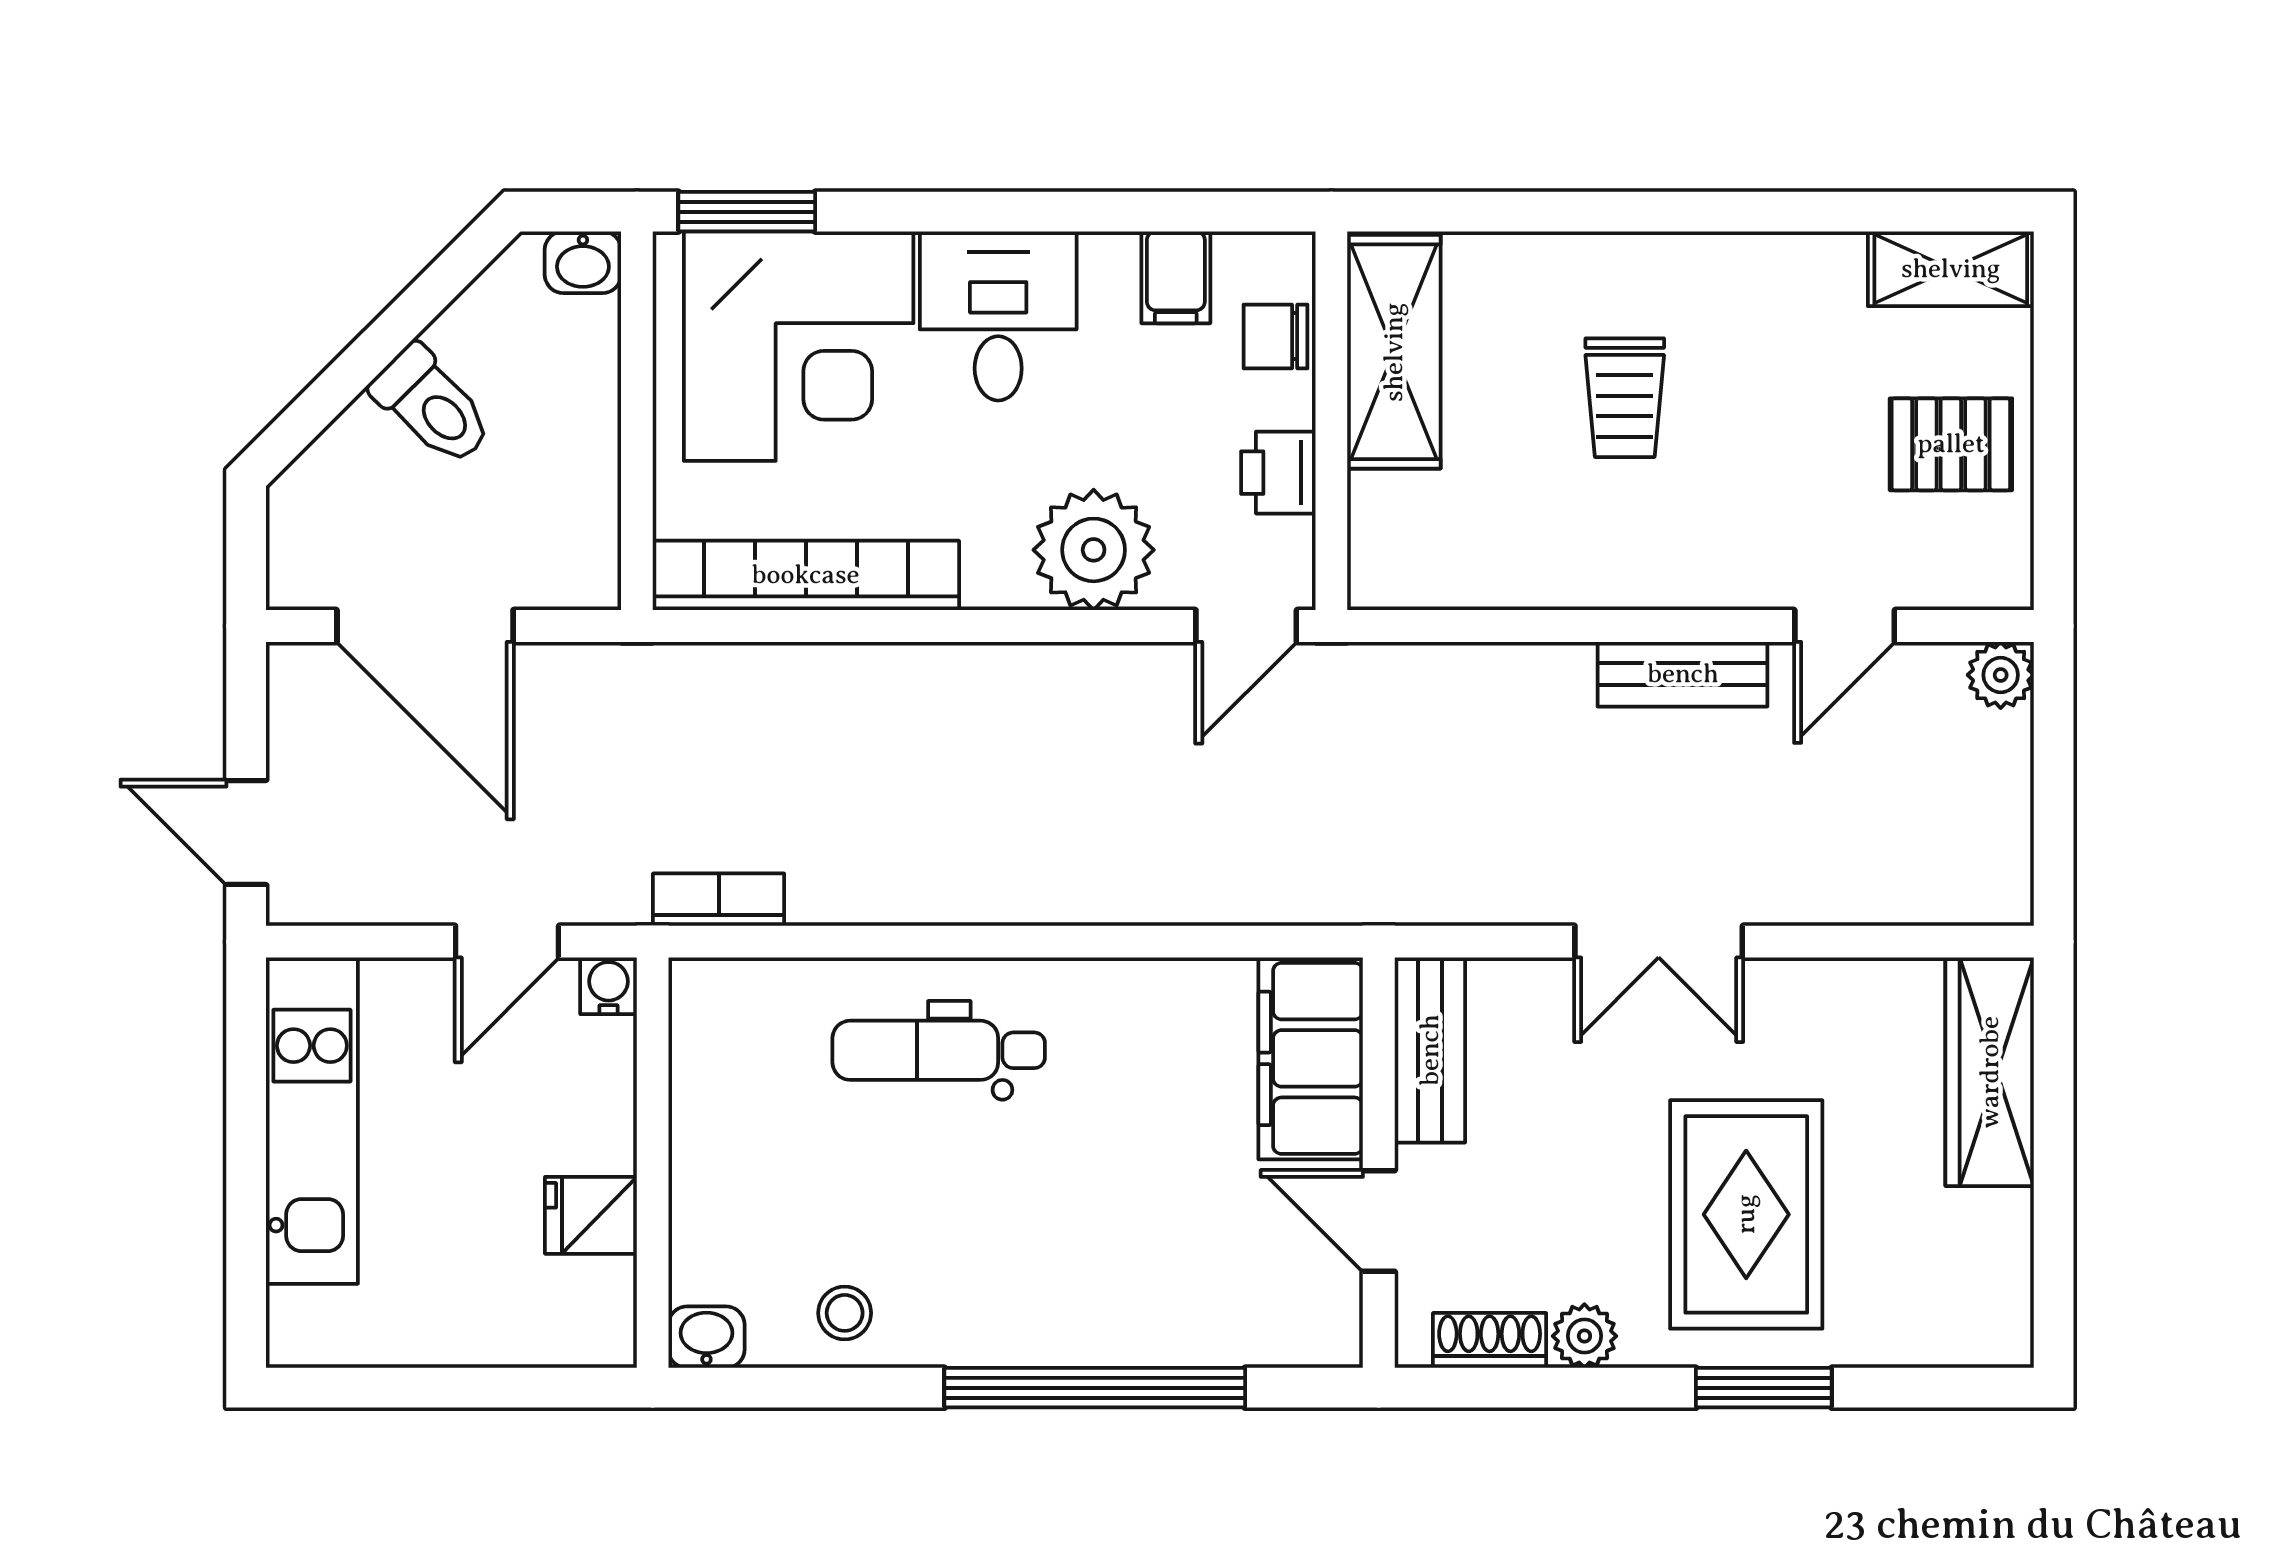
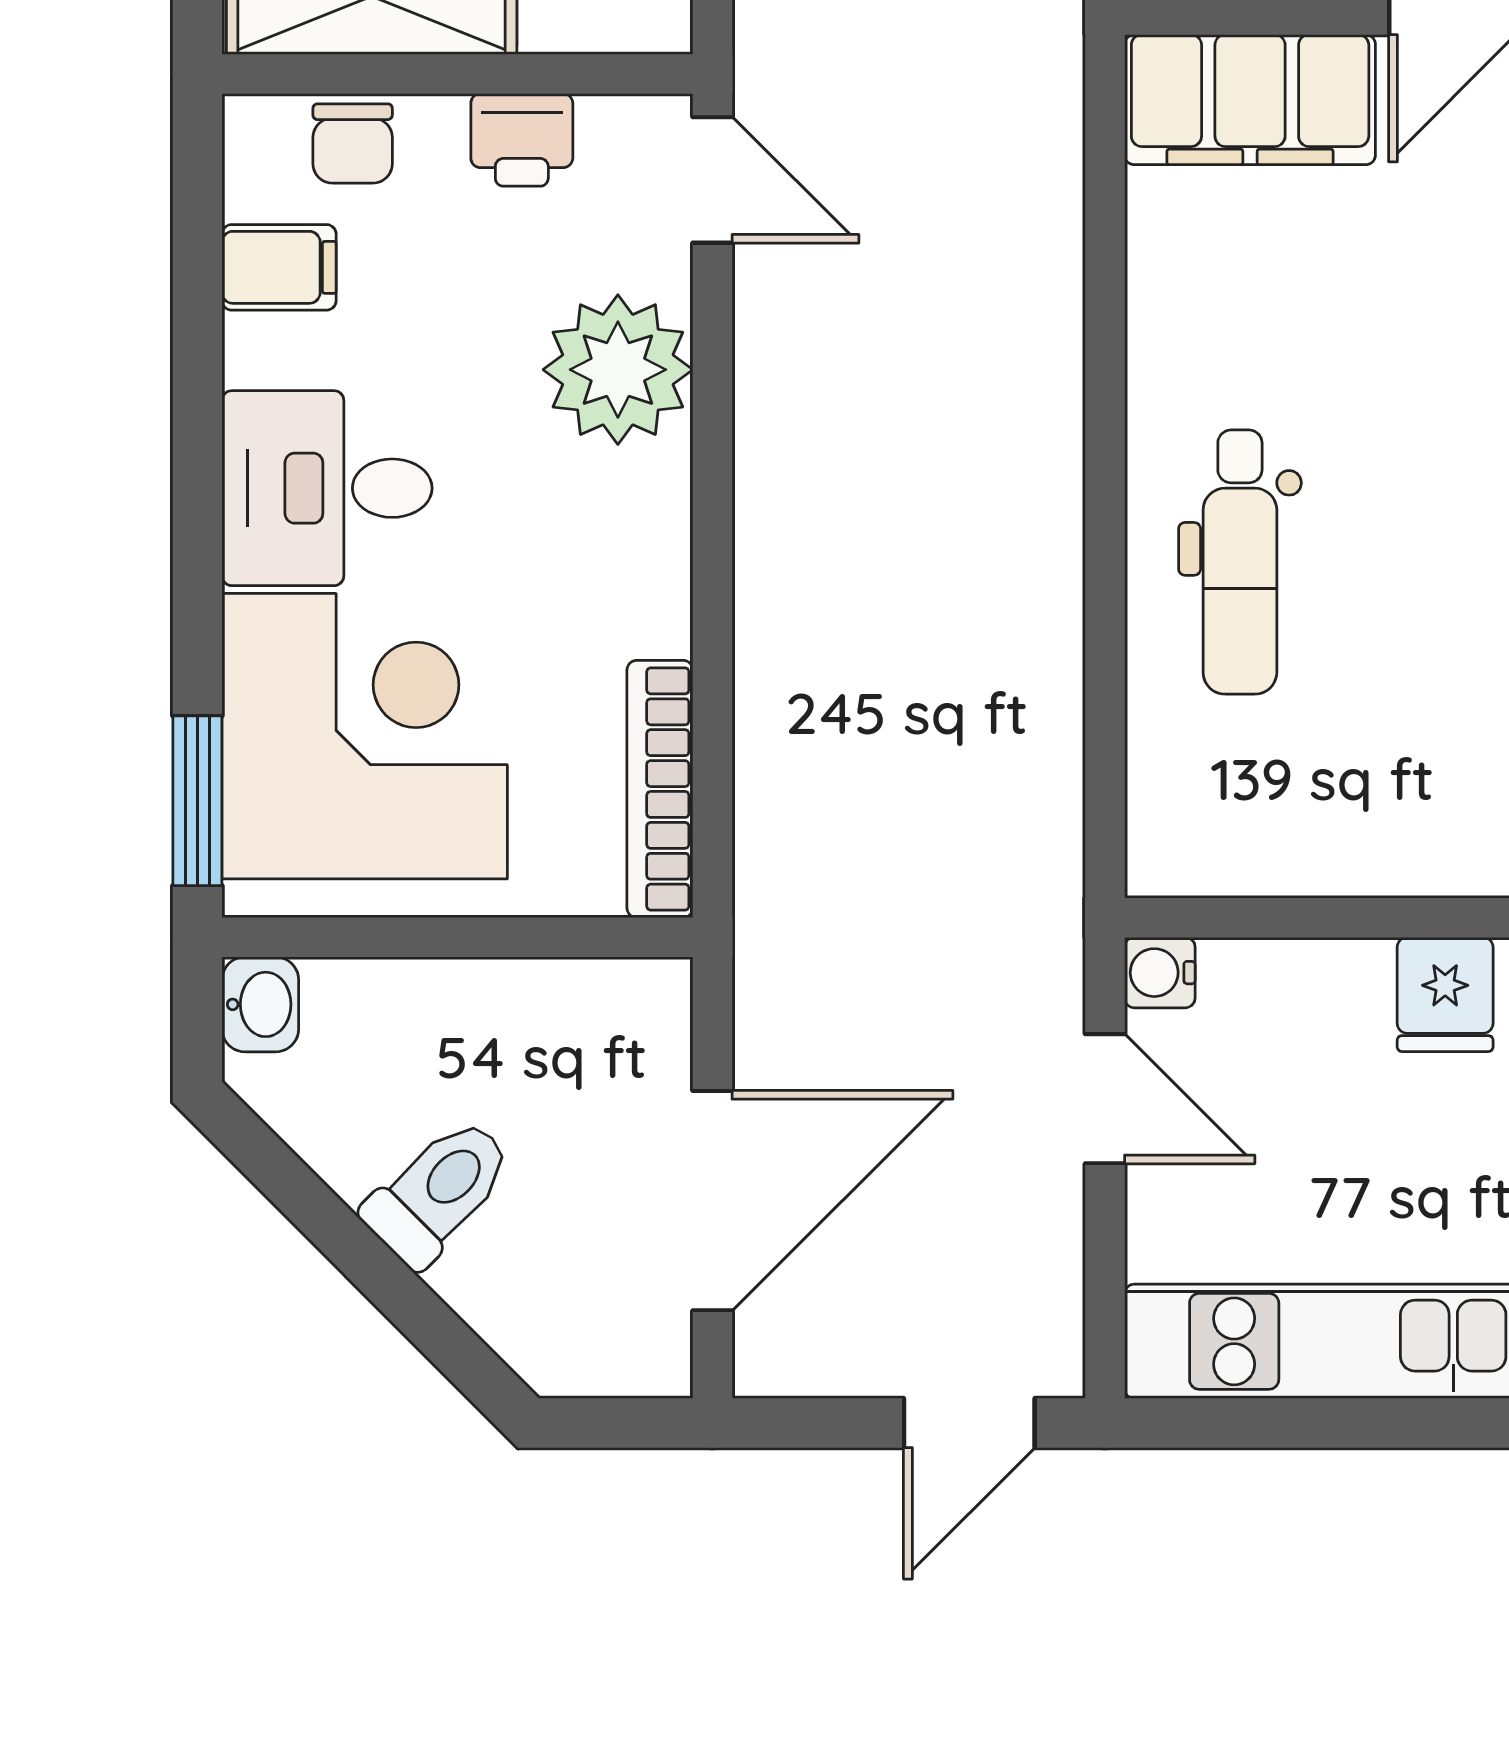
bookcase: (806, 575) -> (660, 789), width x0.68, depth x0.76
bookcase: (719, 900) -> (1053, 836), removed

